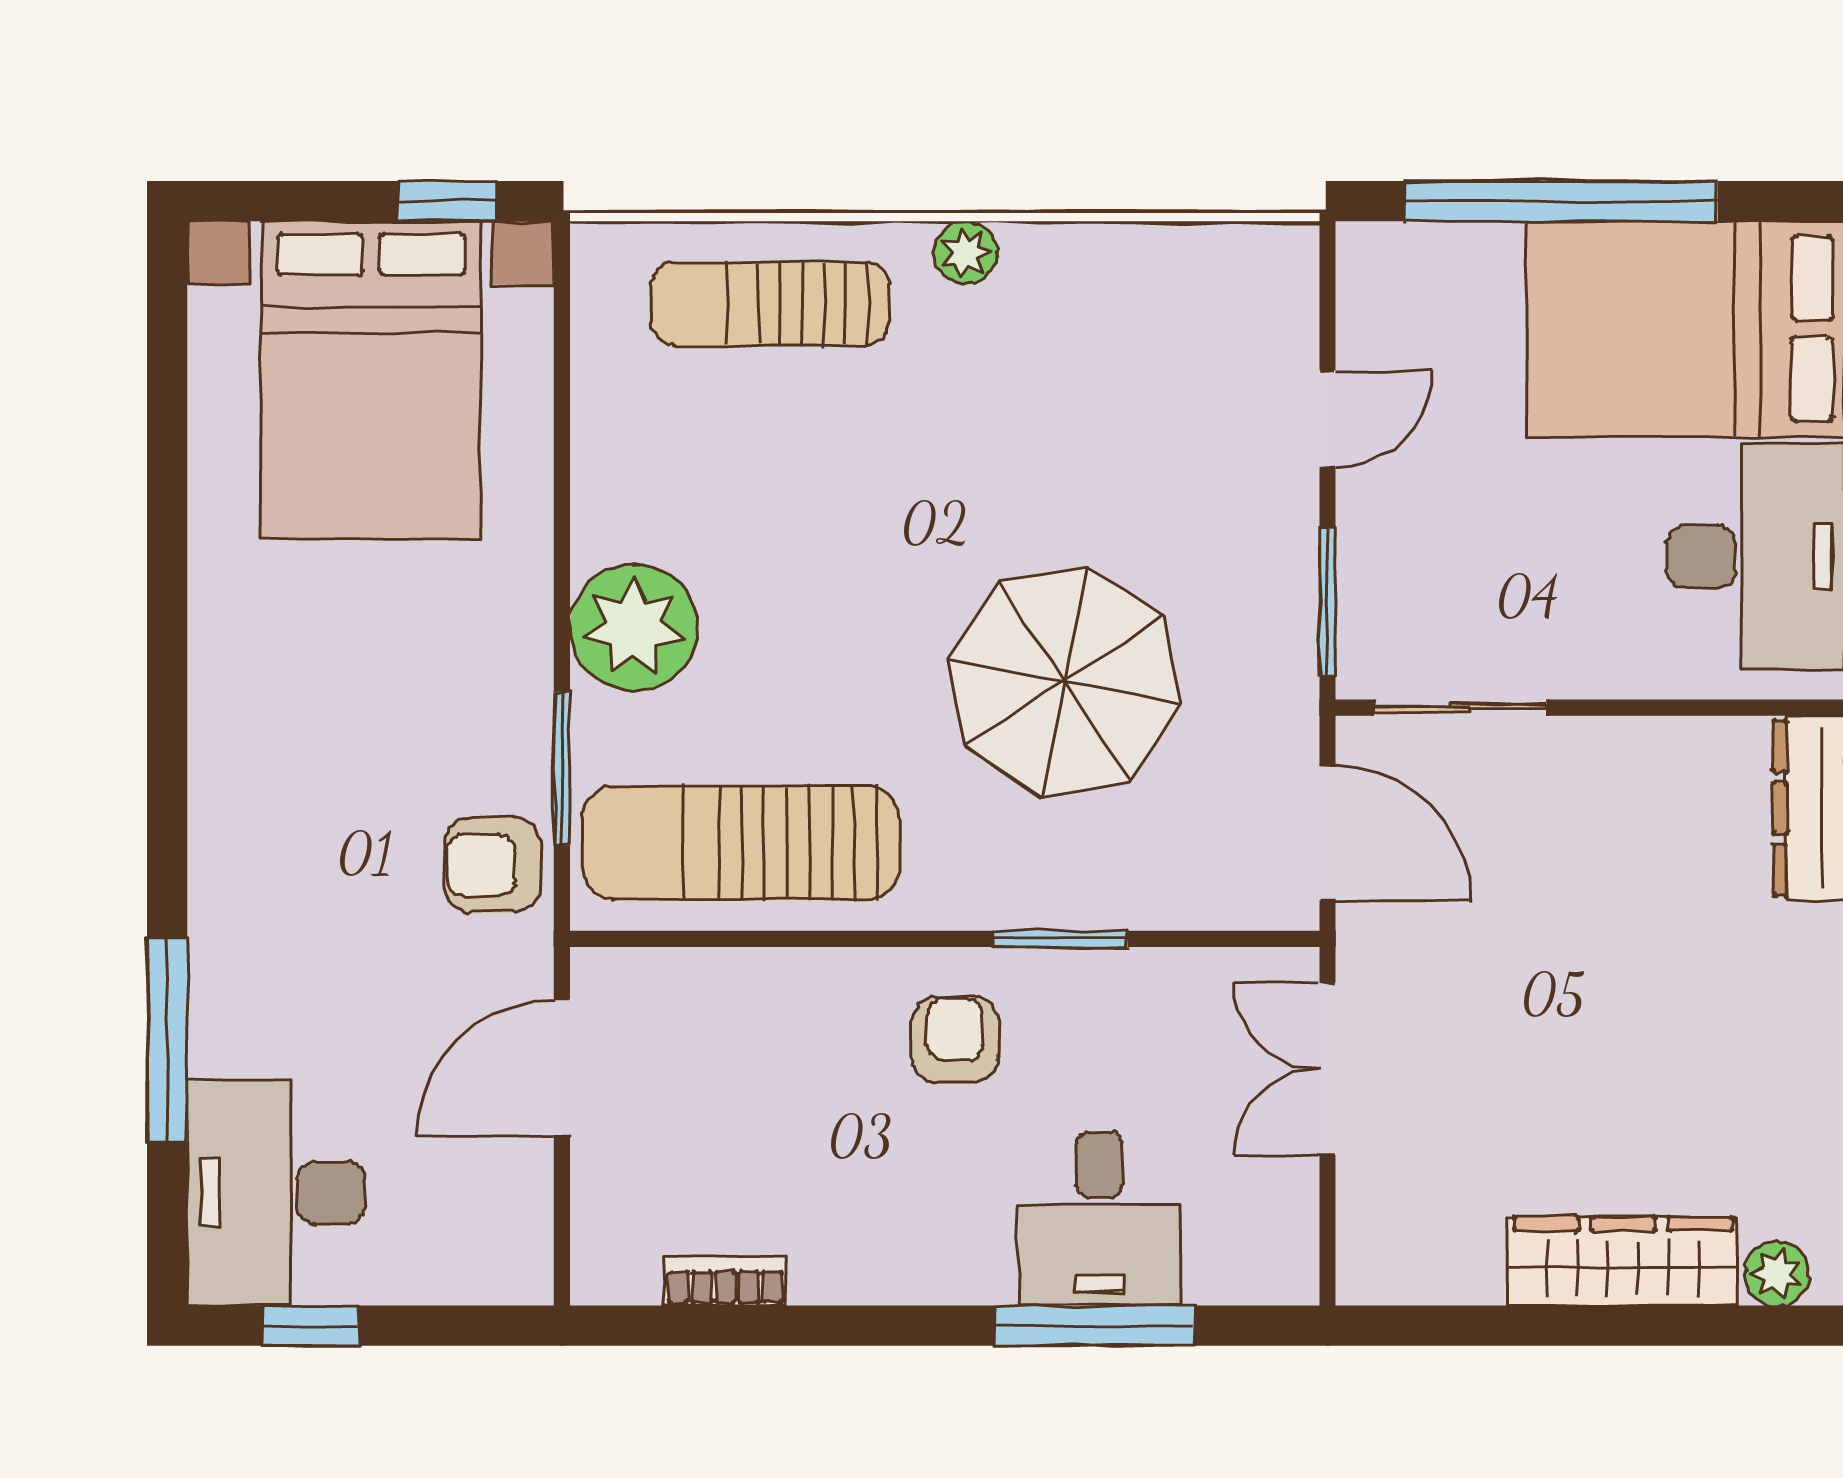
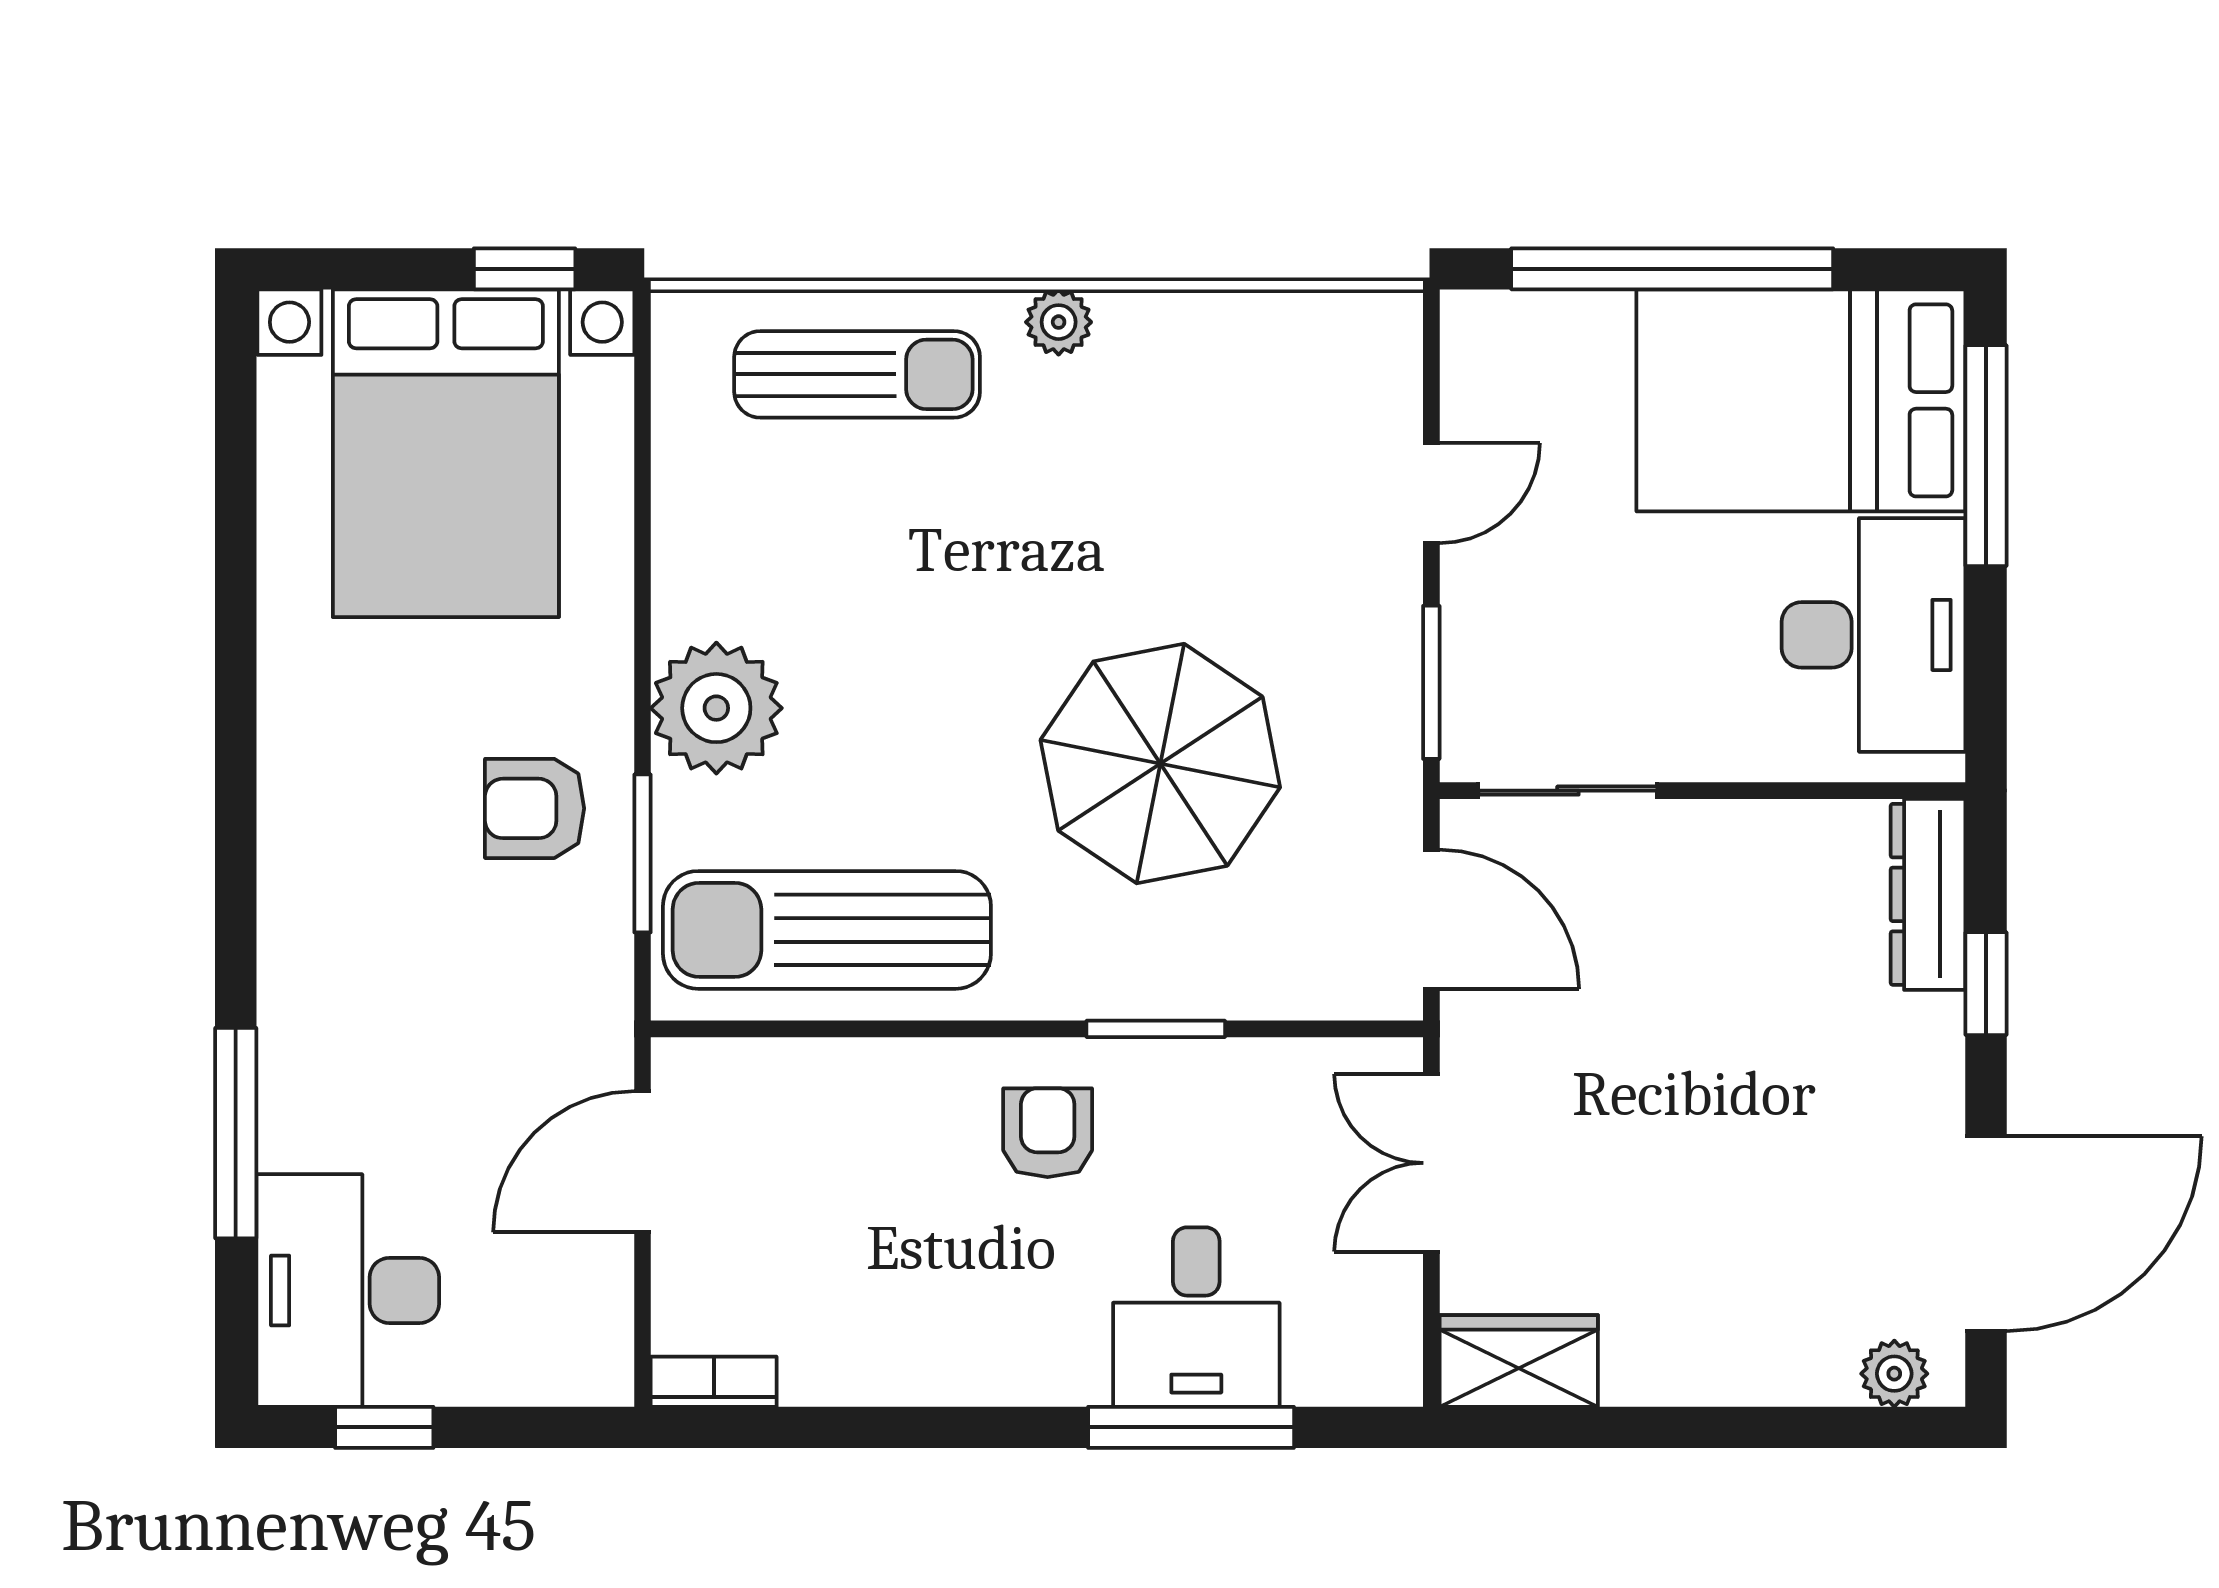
sun lounger: (770, 304) -> (857, 374), turned 180
armchair: (492, 865) -> (535, 808), moved
wardrobe: (1623, 1261) -> (1519, 1361), moved, width x0.67
bookcase: (725, 1281) -> (714, 1382), moved

